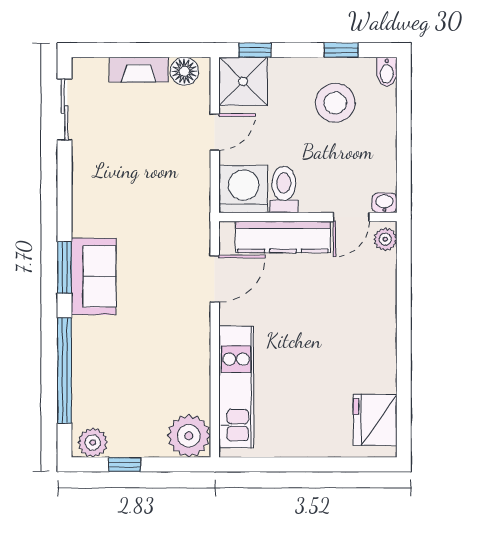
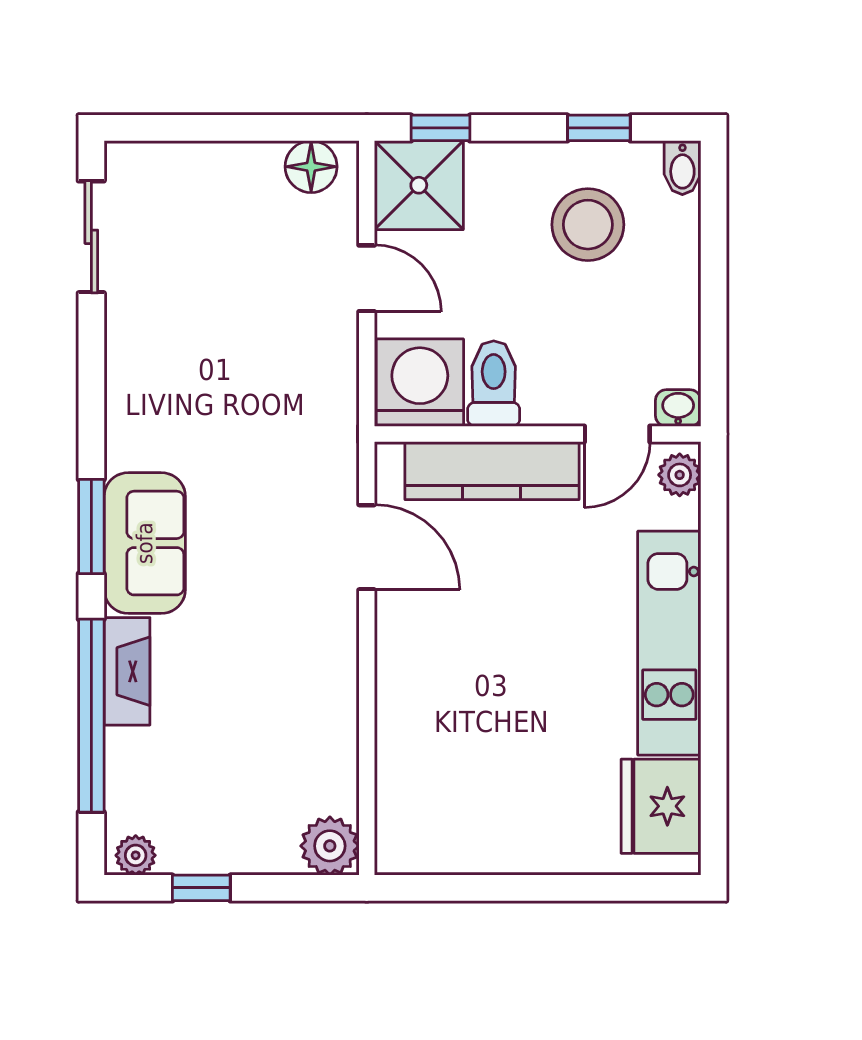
fireplace: (139, 70) -> (127, 671), moved, turned -90
door: (215, 132) -> (367, 278), hinge flipped
door: (215, 279) -> (367, 547), hinge flipped
kitchen unit: (236, 387) -> (669, 643), moved, turned 180
plant: (189, 436) -> (330, 846), width x0.73, depth x0.73
plant: (93, 443) -> (136, 855), width x0.73, depth x0.73

